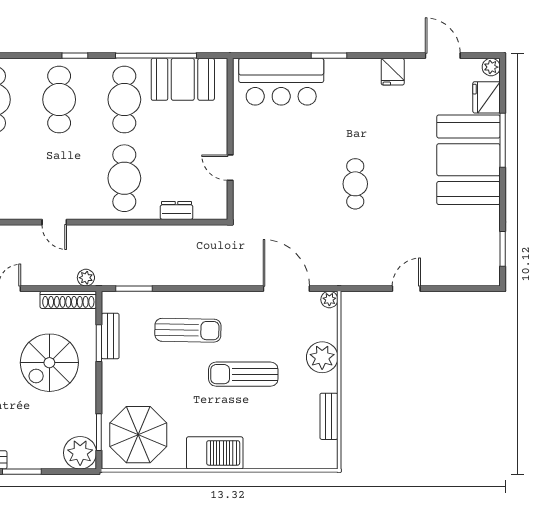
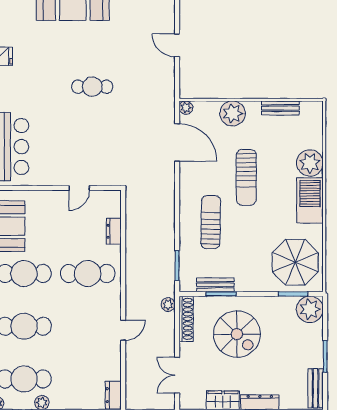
door: (286, 289) -> (177, 142), swing flipped
plant: (261, 453) -> (310, 163), added

